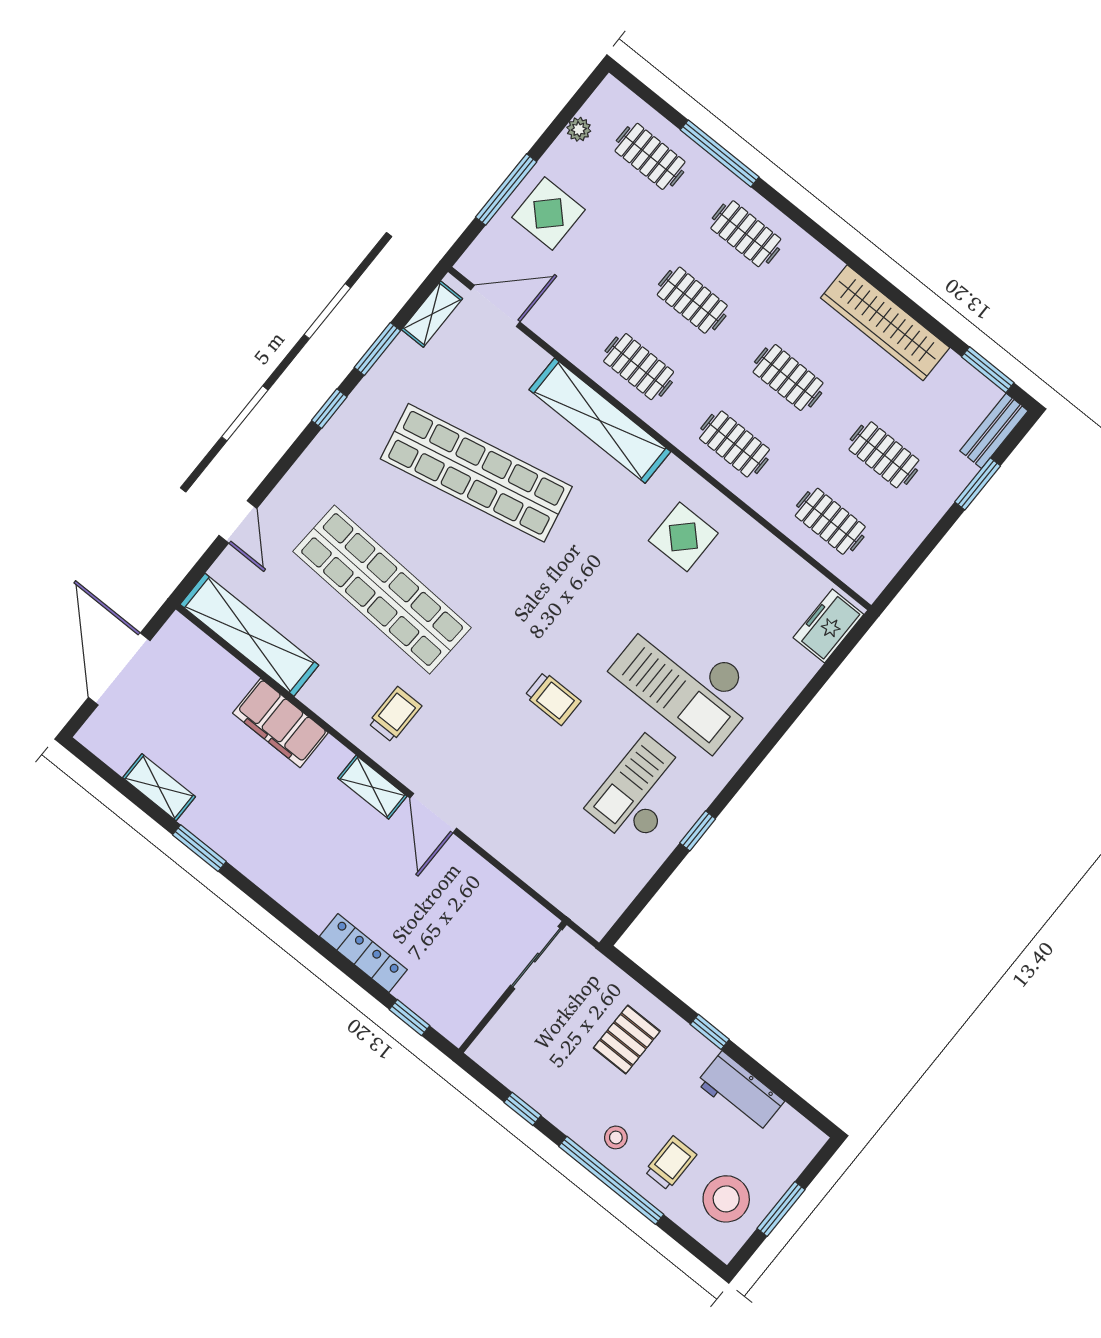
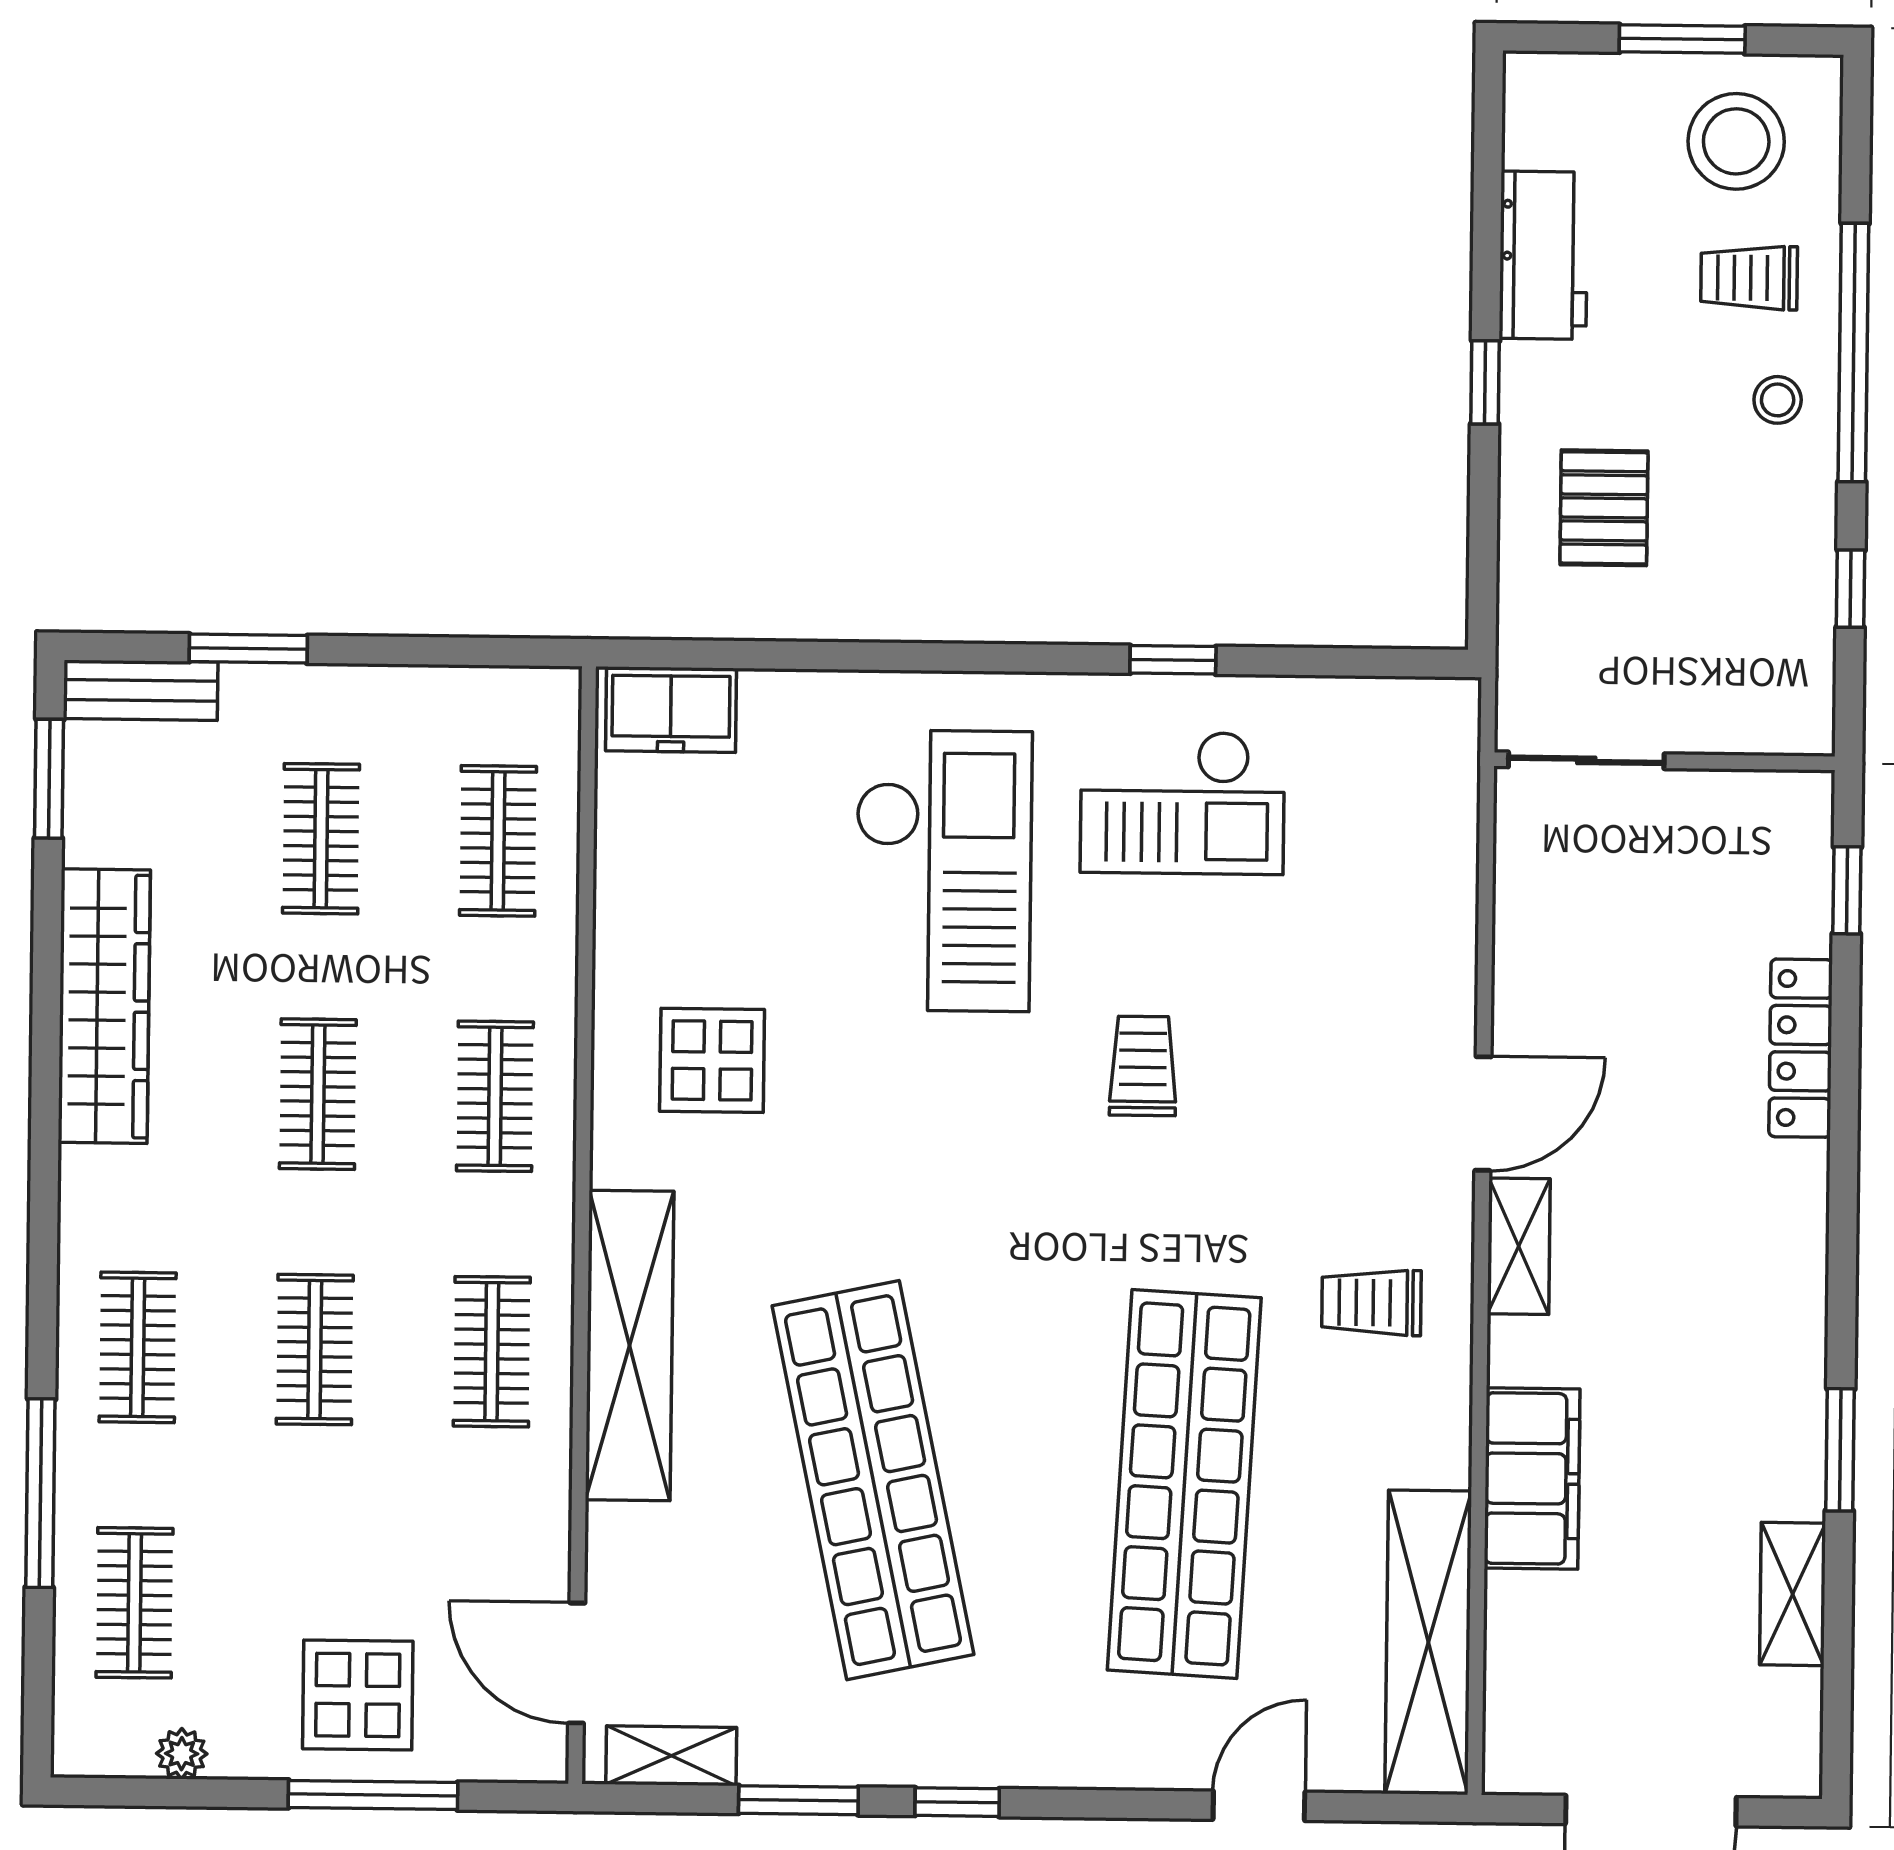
pallet: (627, 1040) -> (1604, 508), turned 90

